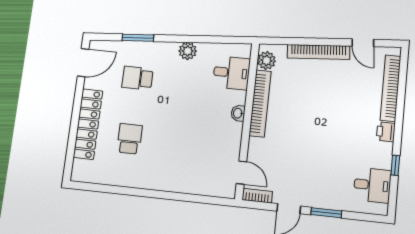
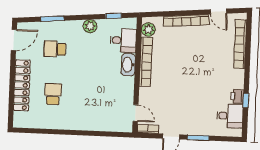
window: (221, 40) -> (114, 16), added
washbasin: (238, 113) -> (128, 65), width x1.91, depth x1.45
printer: (386, 132) -> (237, 96), moved

